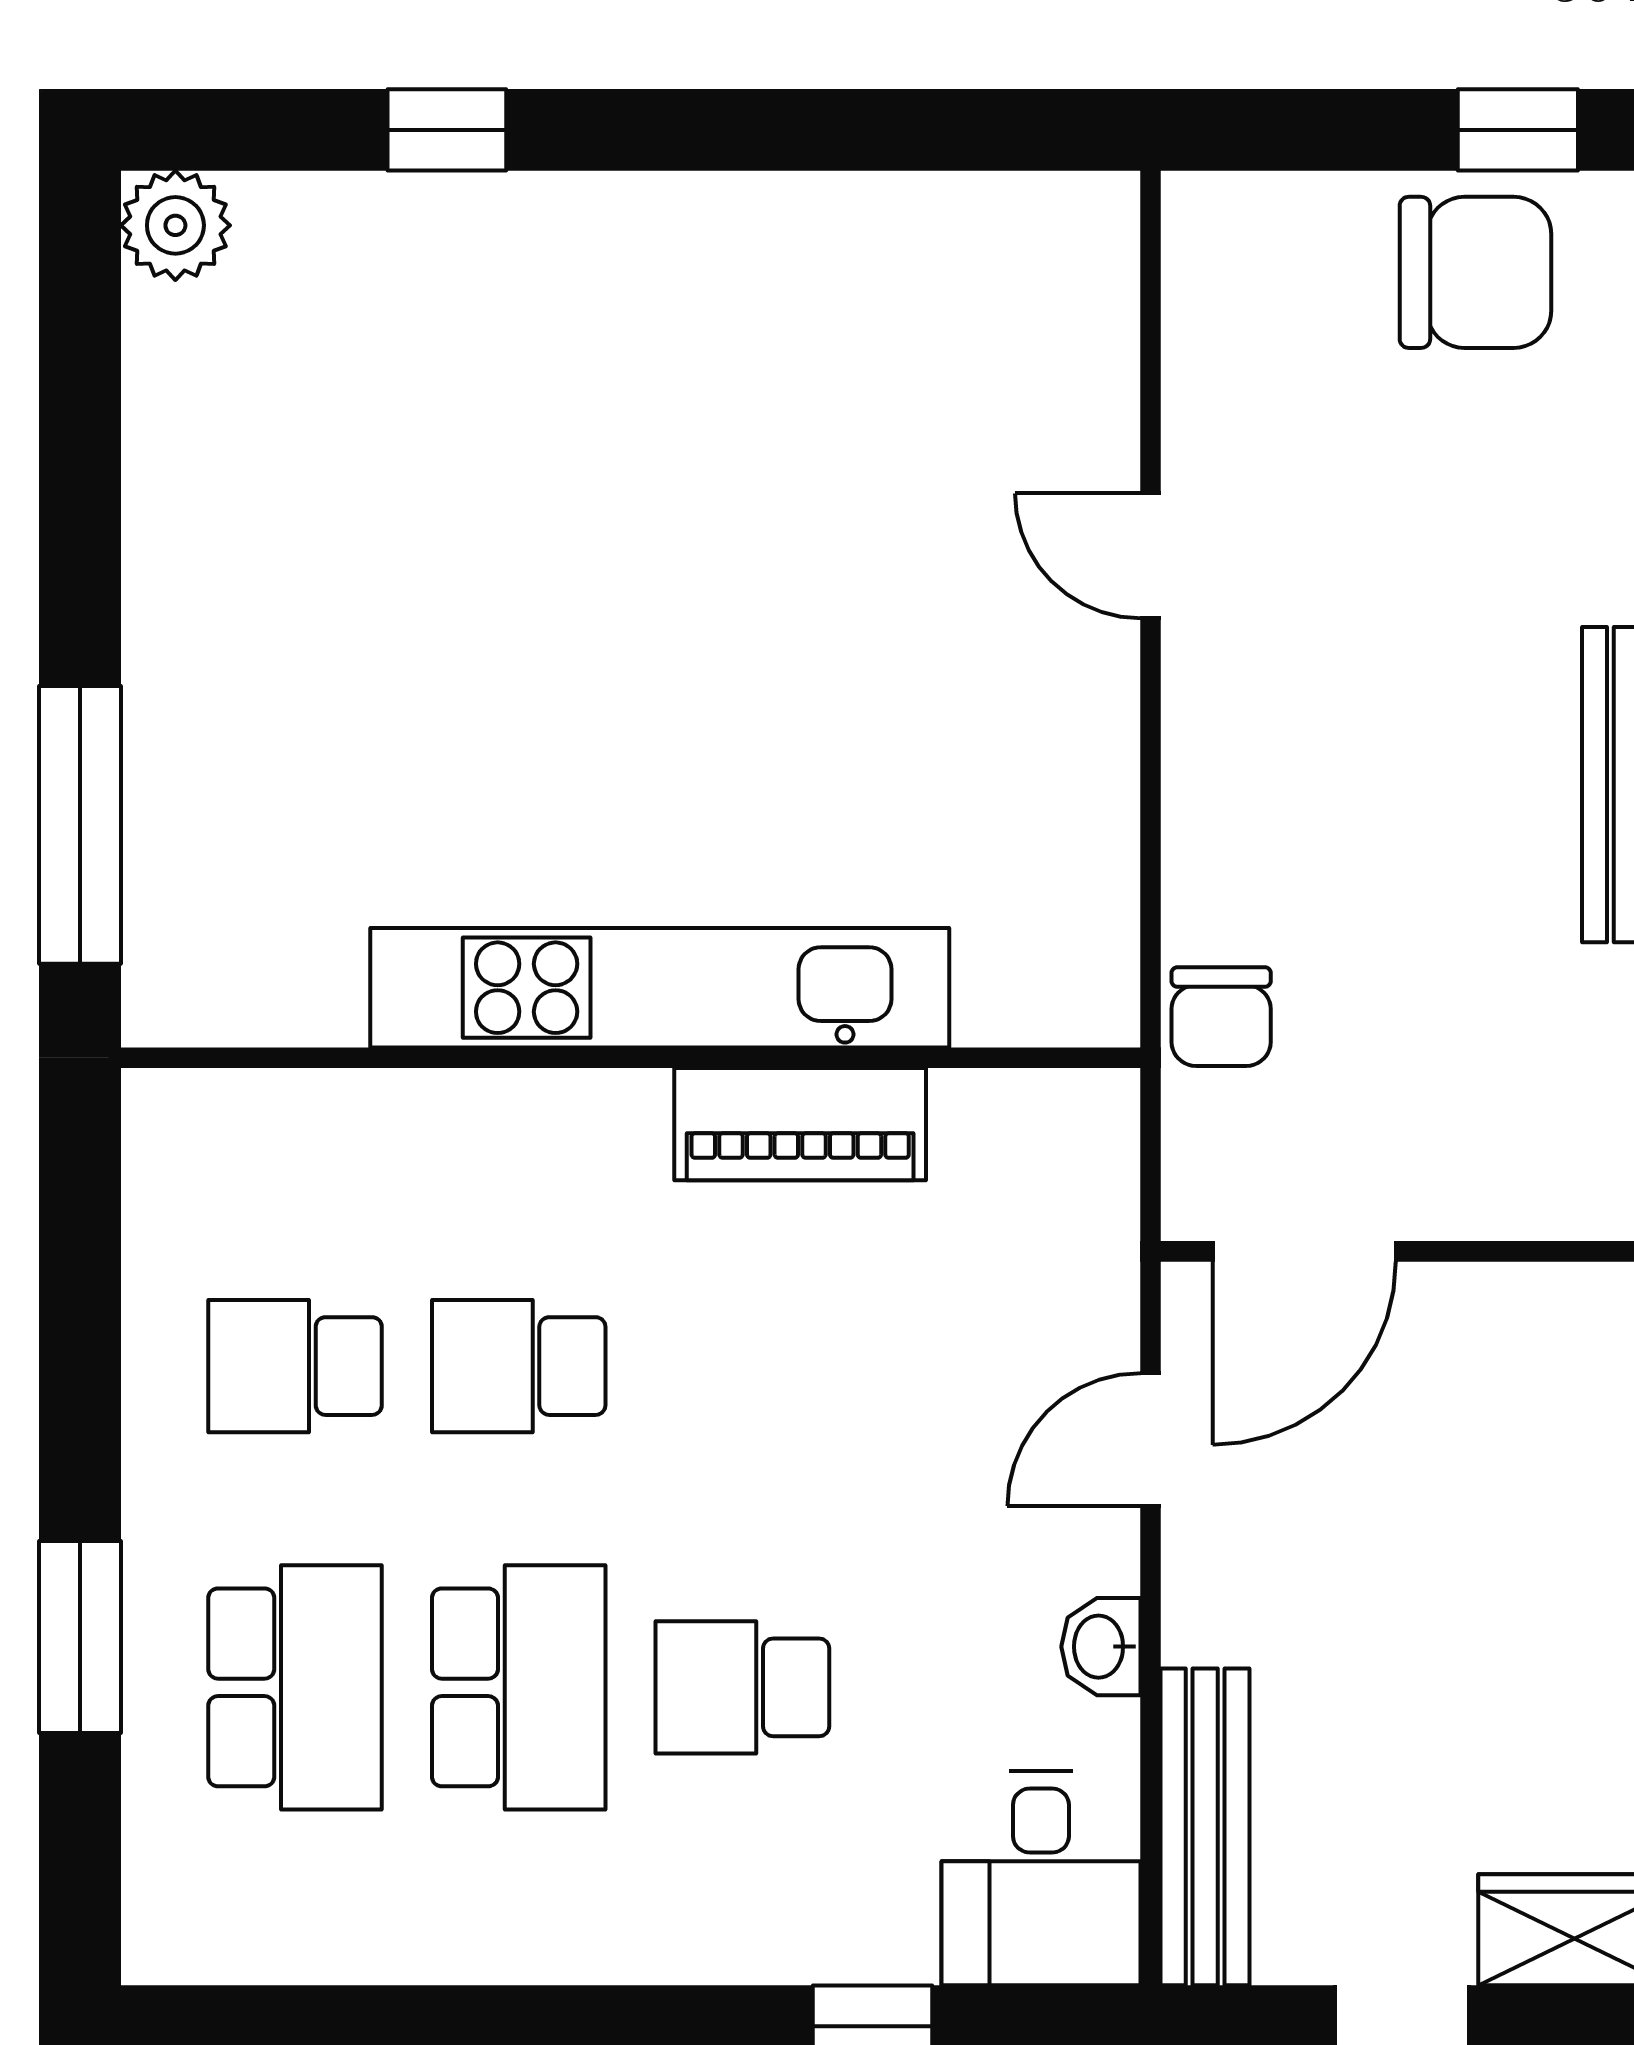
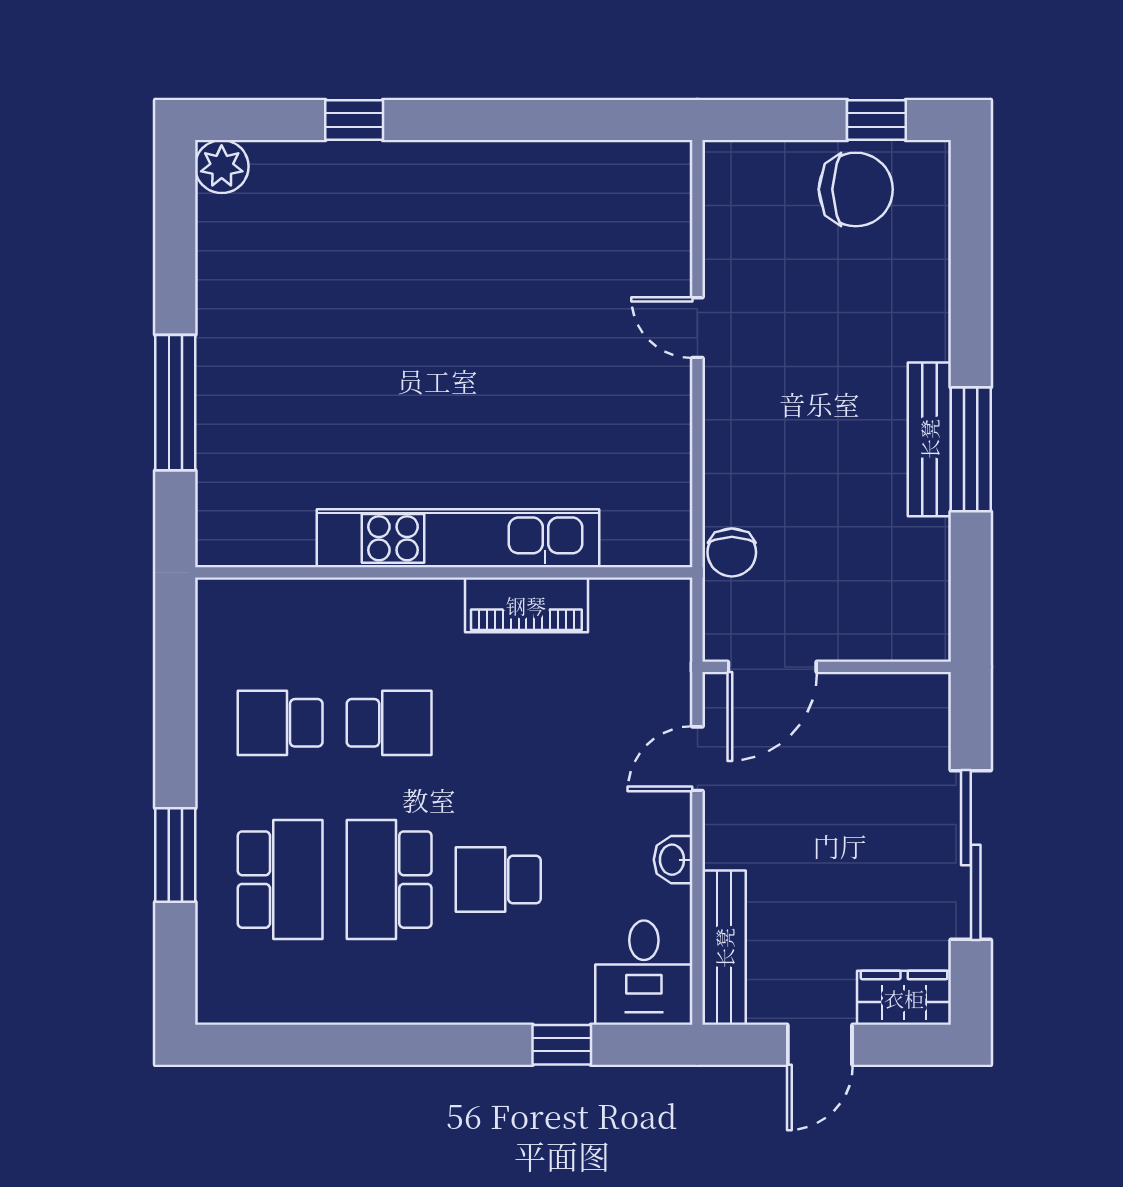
window: (80, 825) -> (175, 403), moved
school desk: (519, 1366) -> (389, 723), turned 180
school desk: (519, 1687) -> (389, 880), turned 180

